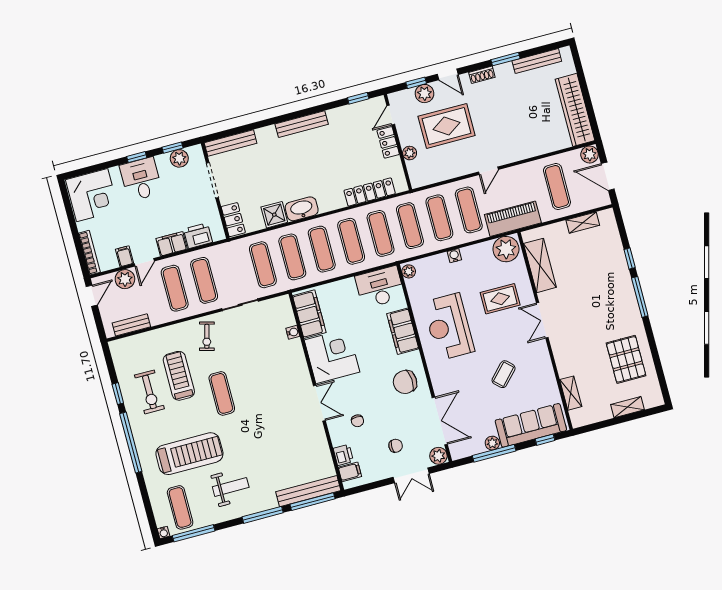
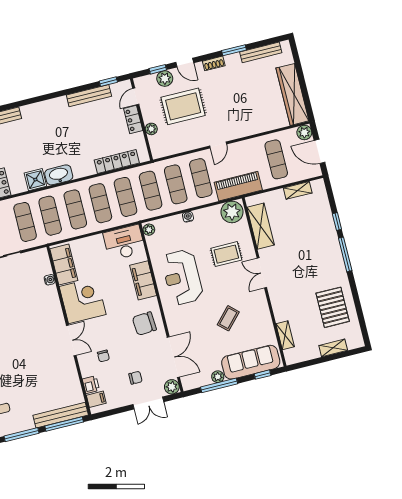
bench: (302, 124) -> (89, 96), moved

